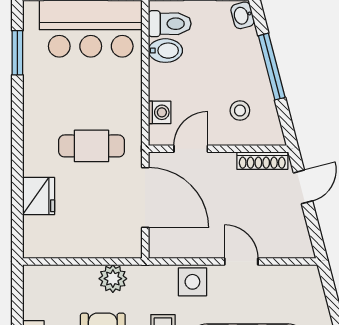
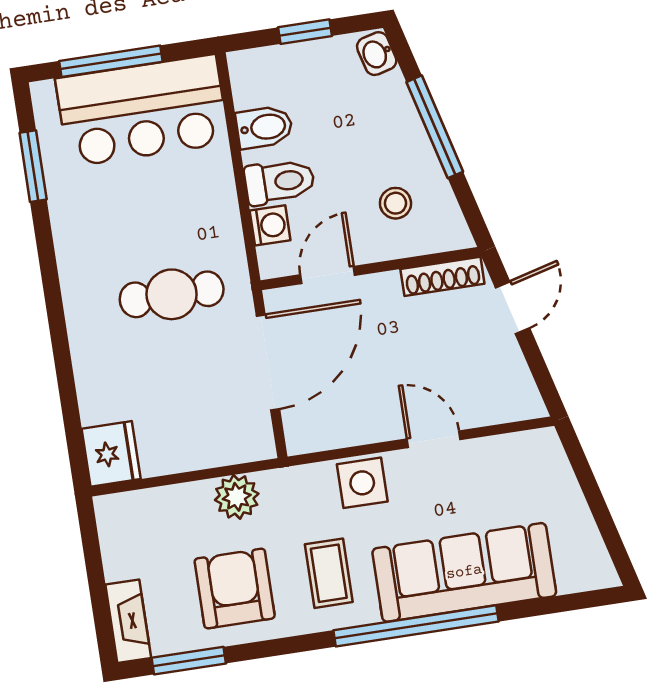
toilet: (170, 24) -> (280, 182), moved
fridge: (39, 196) -> (111, 454), moved
door: (145, 198) -> (268, 362), hinge flipped

